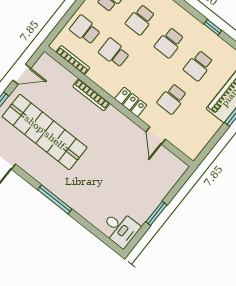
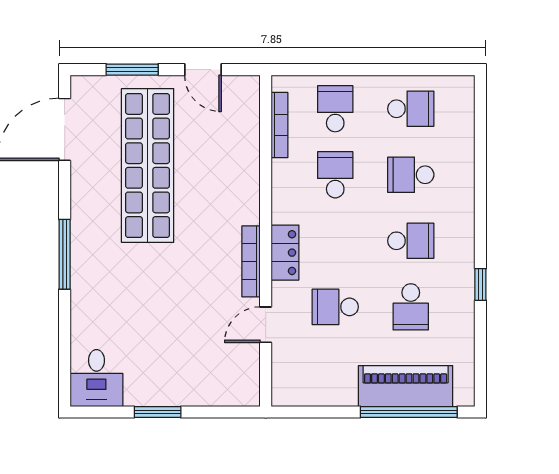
school desk: (169, 43) -> (411, 241), turned 180
school desk: (198, 66) -> (411, 307), turned -90
bookcase: (91, 95) -> (251, 261), moved

